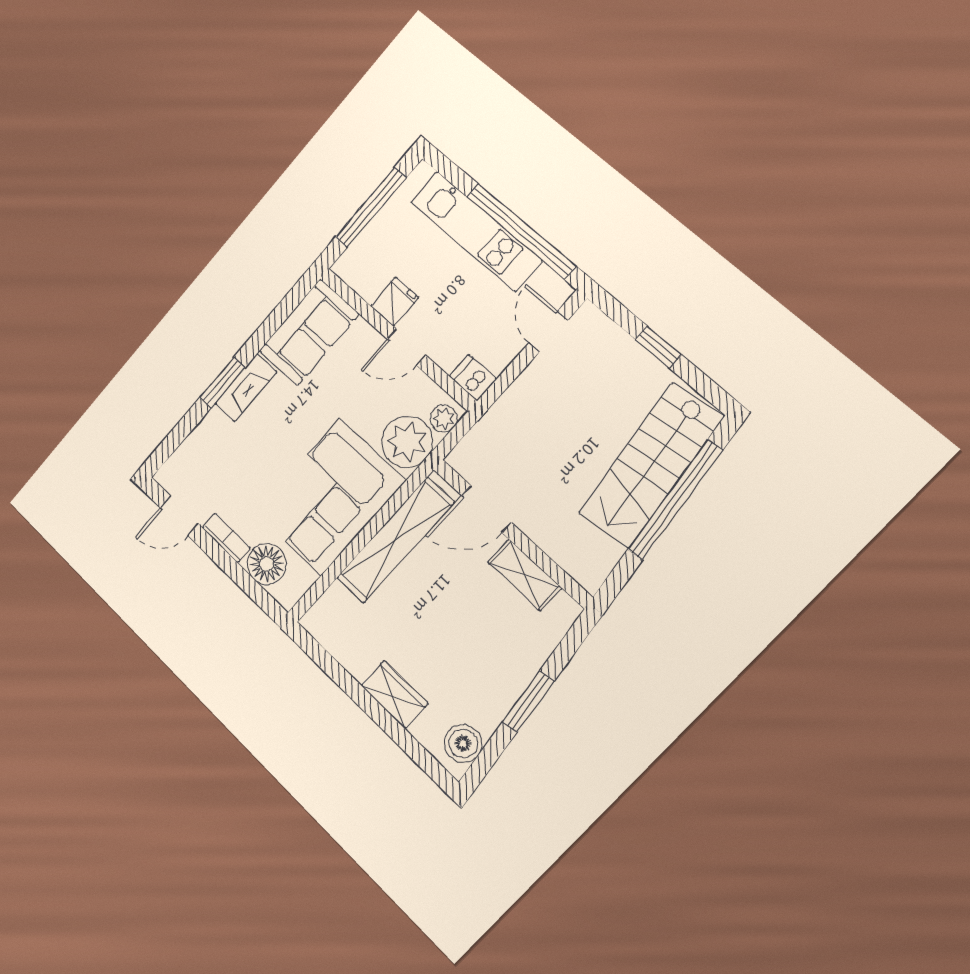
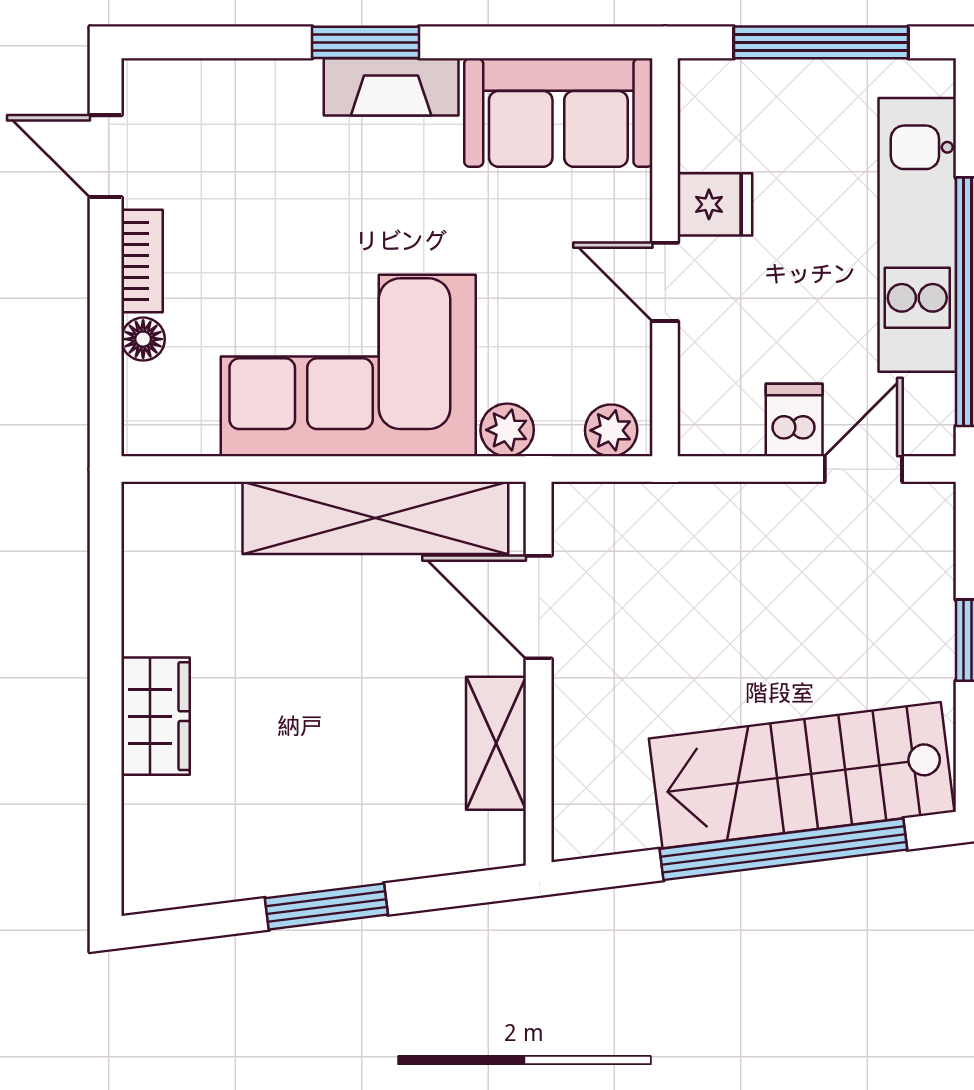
dishwasher: (473, 378) -> (794, 420), moved
plant: (407, 442) -> (507, 430), width x0.53, depth x0.53
floor lamp: (267, 564) -> (143, 339), width x0.53, depth x0.53
boiler: (463, 743) -> (182, 873), removed

